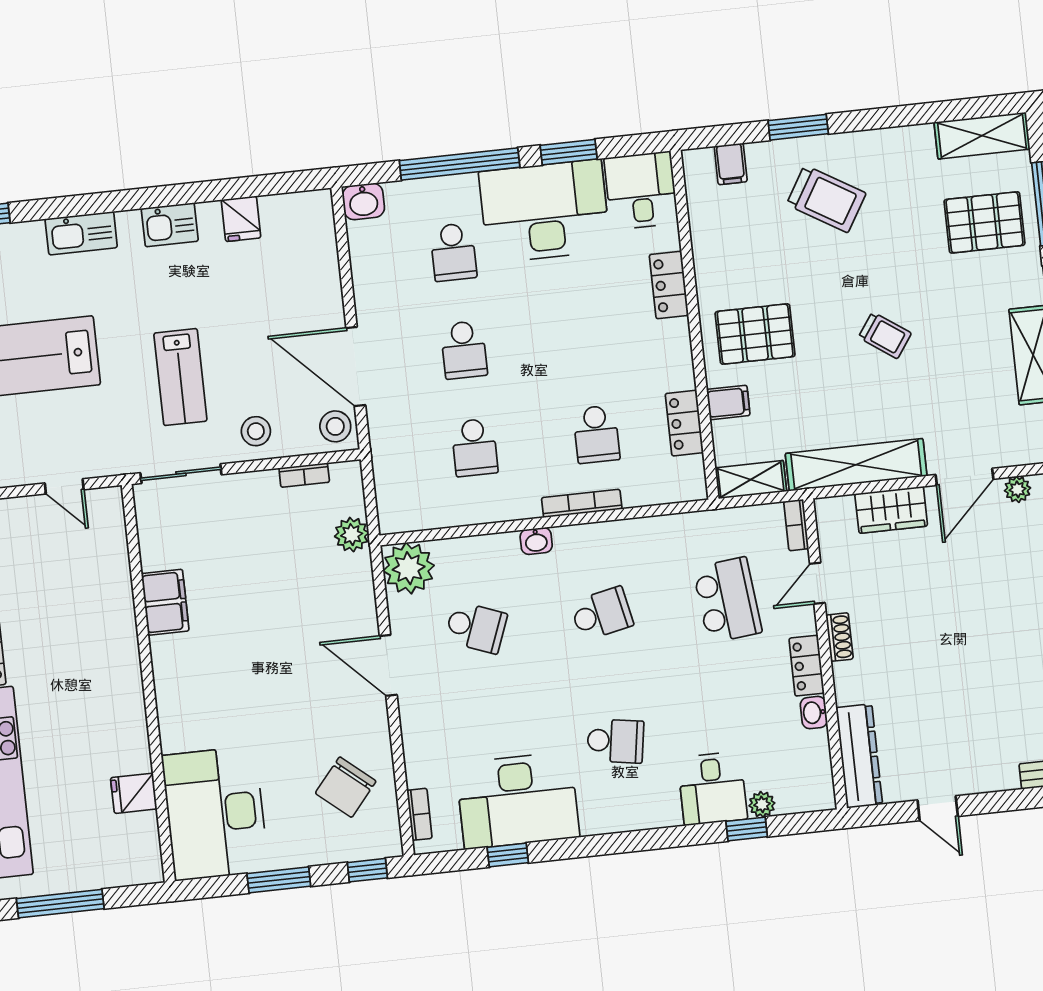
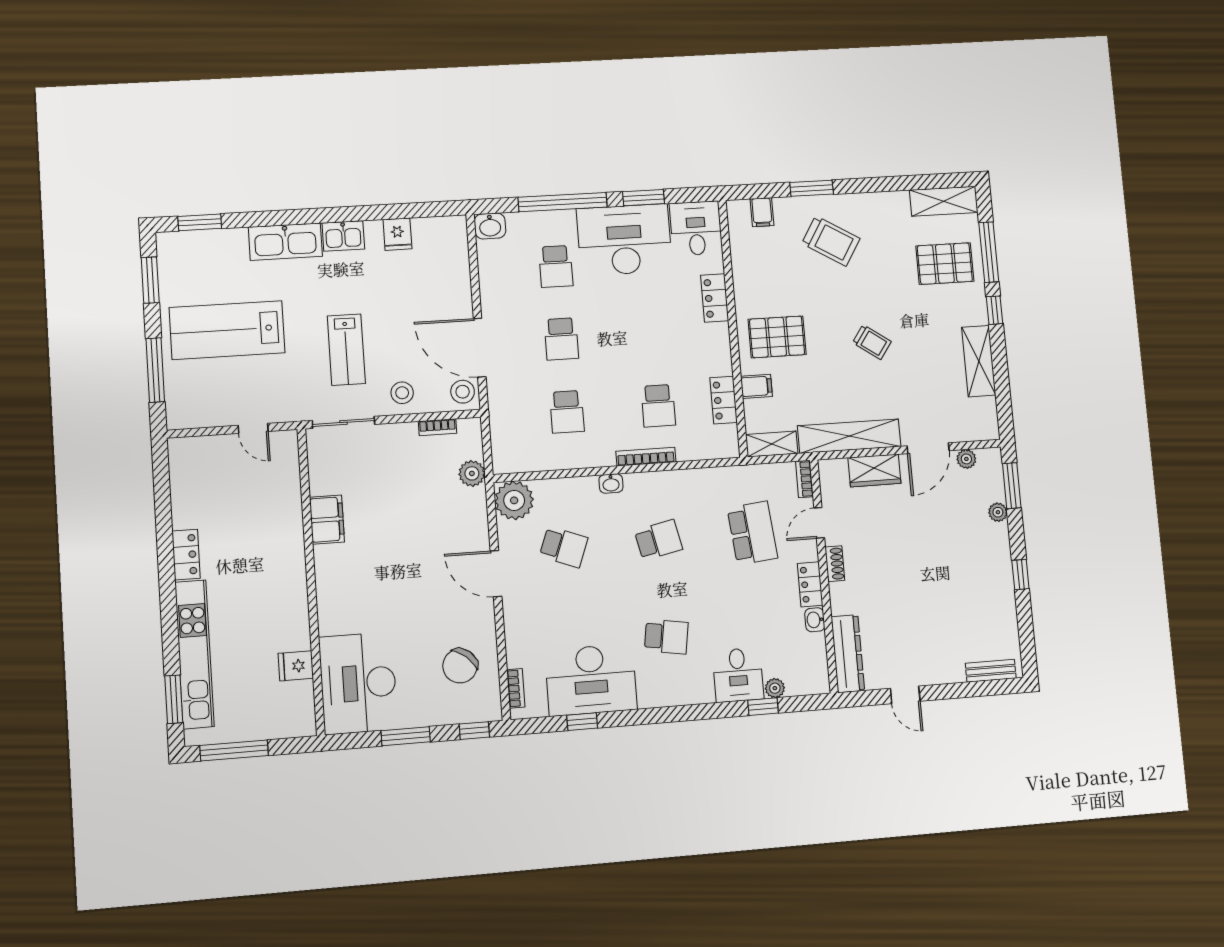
kitchen sink: (81, 233) -> (285, 242), width x1.36, depth x1.24

